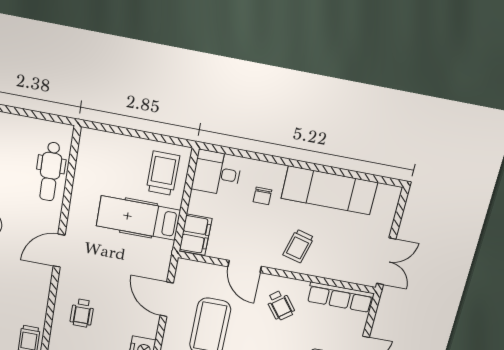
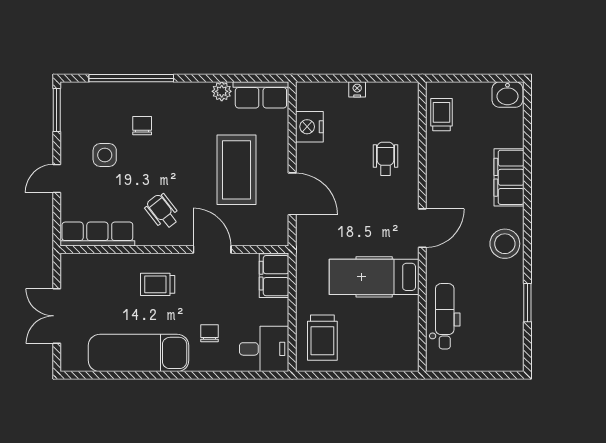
hospital bed: (138, 218) -> (374, 277), moved, turned 180
trolley: (299, 246) -> (158, 284), turned -105
double door: (386, 261) -> (57, 316), moved

